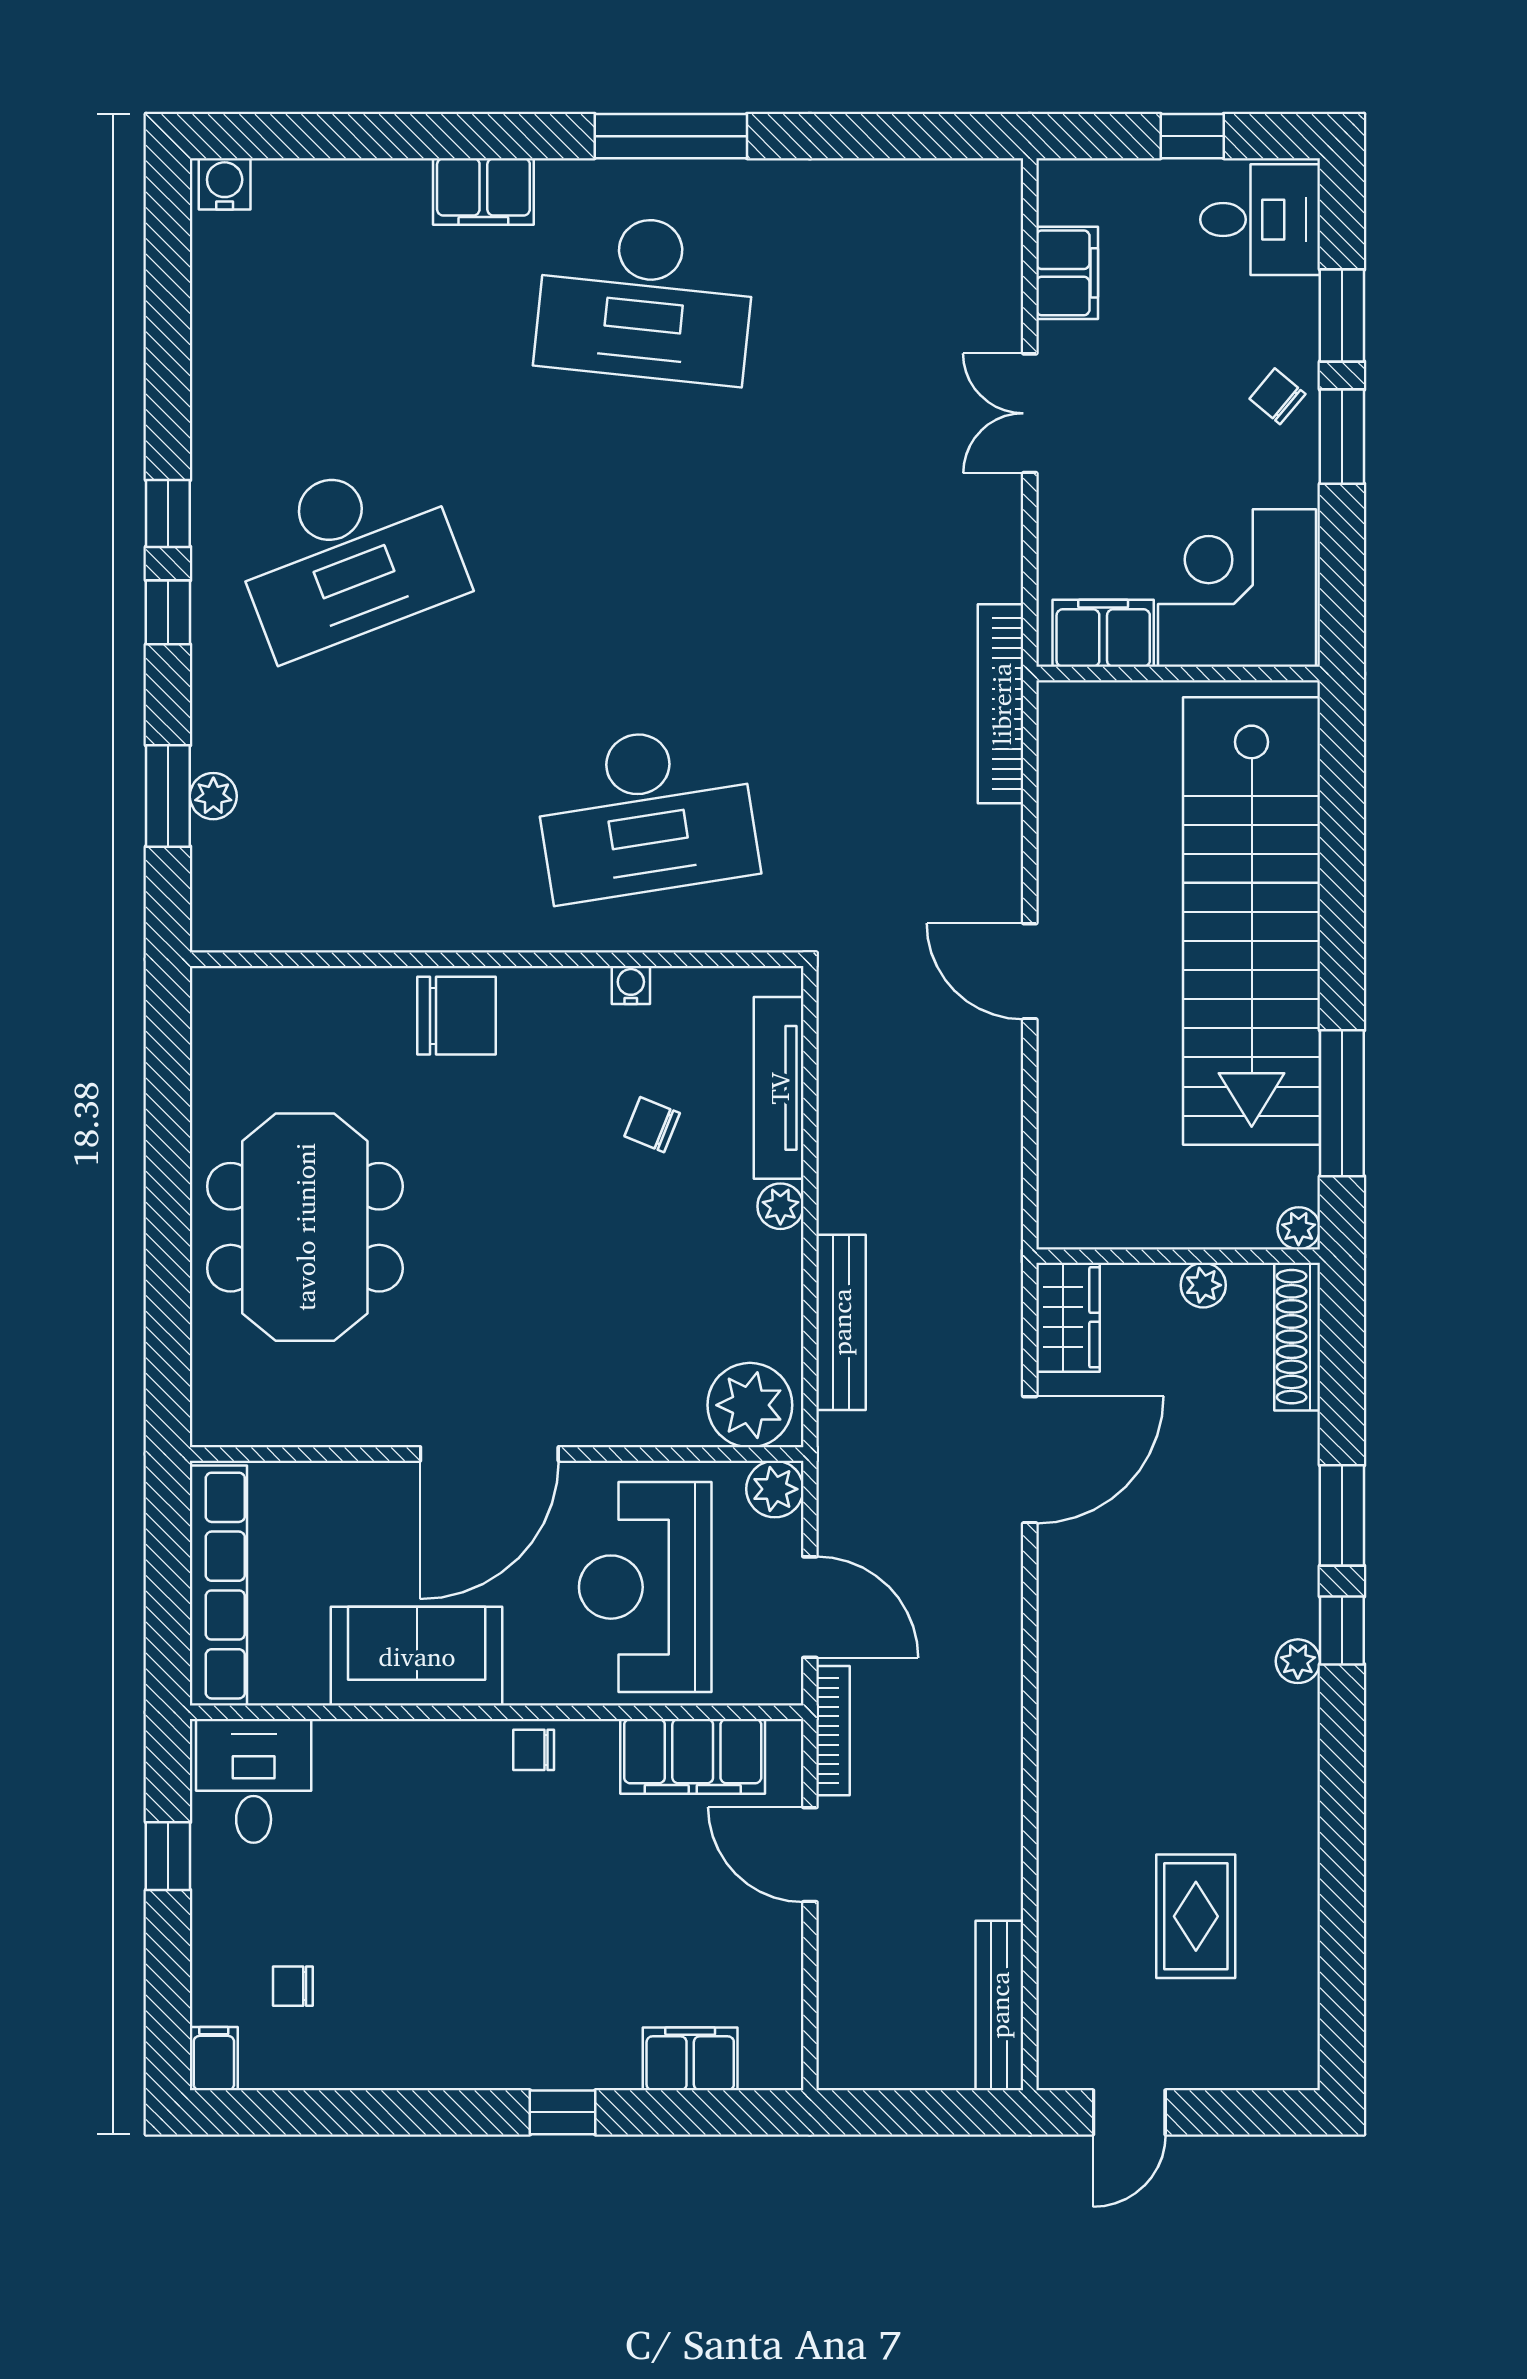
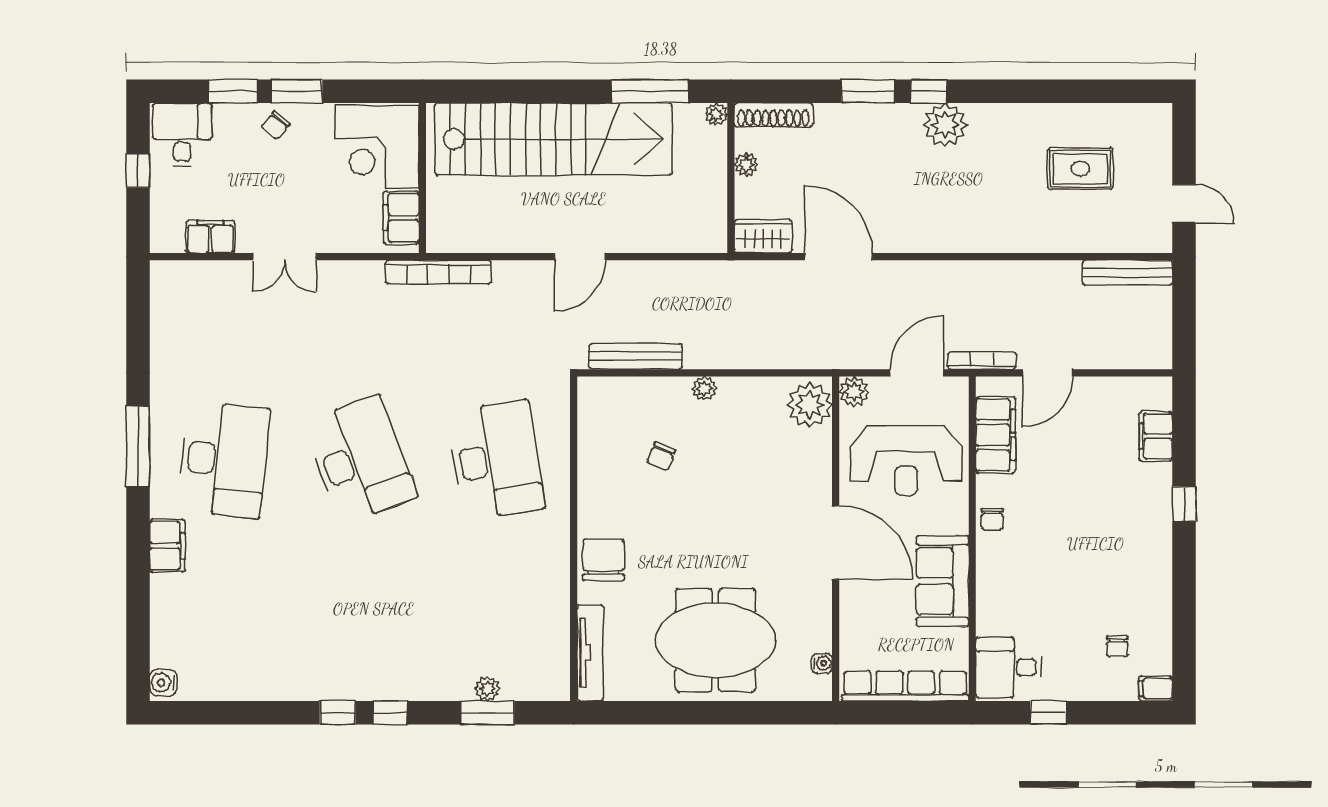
desk: (348, 555) -> (360, 460), moved
water cooler: (631, 985) -> (822, 663), moved, turned 180
tv unit: (779, 1088) -> (590, 653), moved, turned -90
bench: (841, 1322) -> (636, 356), moved
plant: (1298, 1661) -> (945, 125), width x1.88, depth x1.88

